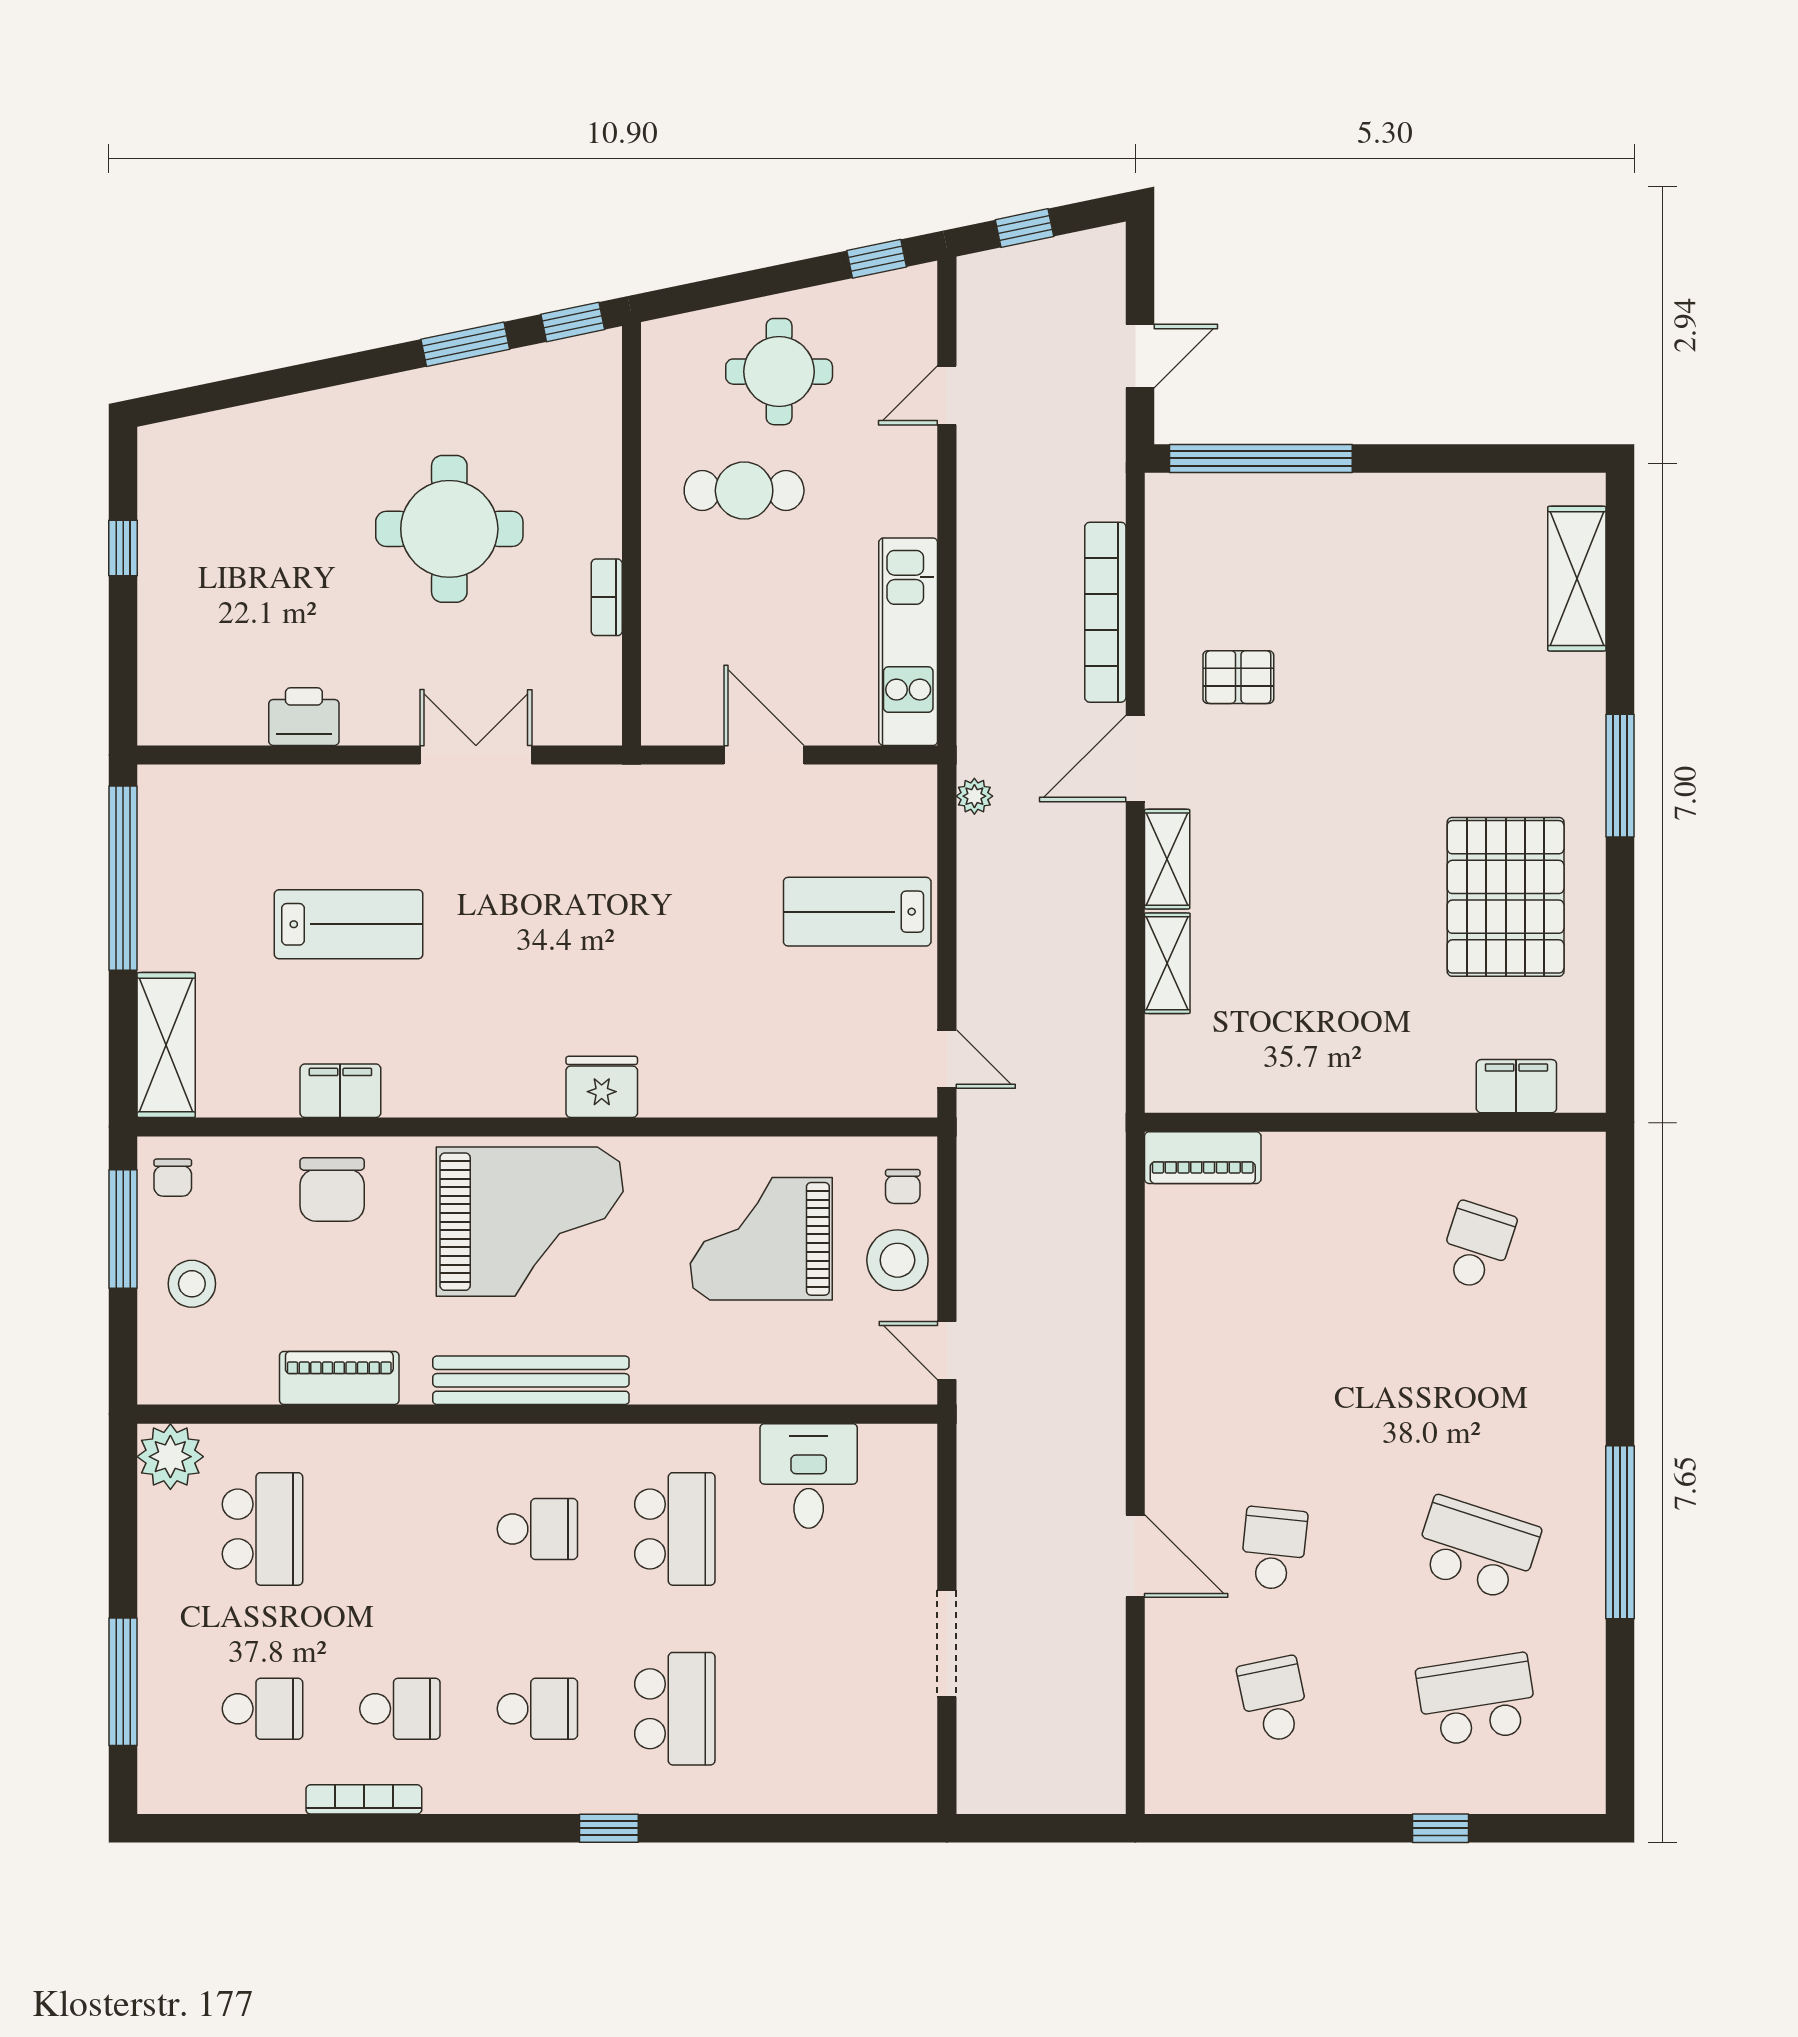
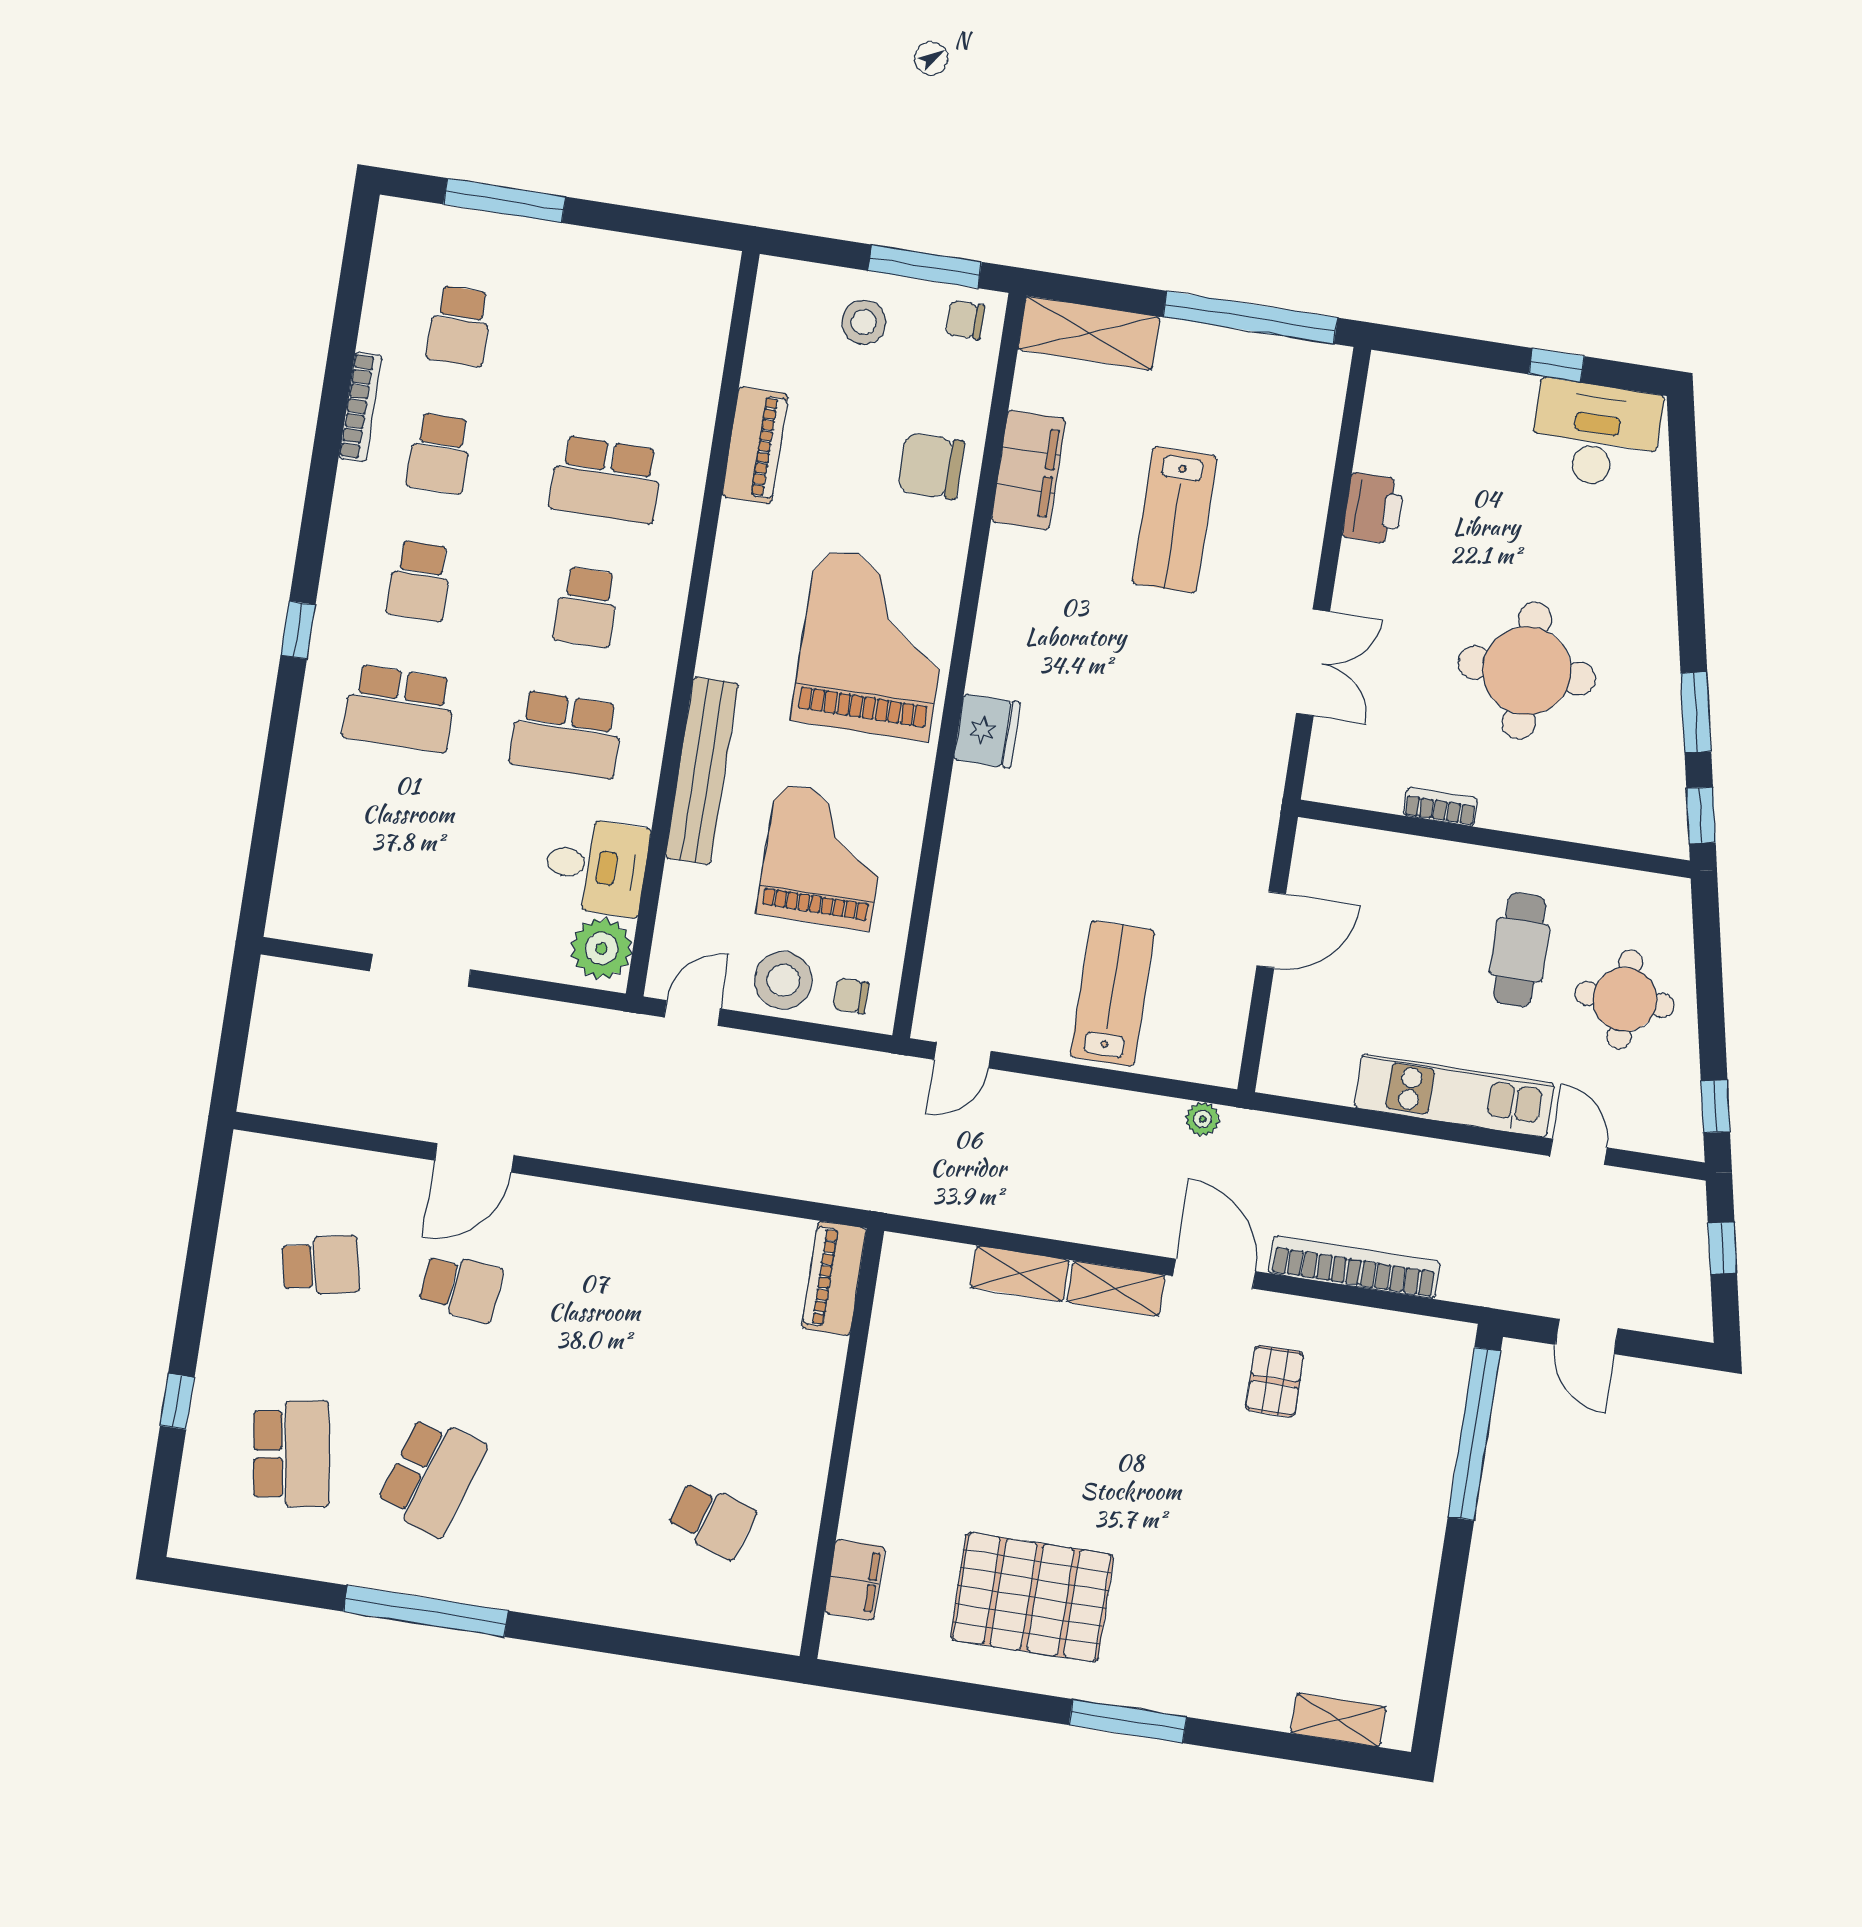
desk: (190, 495) -> (1596, 435), added
shelving: (1577, 579) -> (1338, 1720), width x0.67, depth x0.75
kitchen unit: (908, 642) -> (1454, 1096), moved
filing cabinet: (340, 1091) -> (1028, 470), width x1.50, depth x1.17
grand piano: (530, 1222) -> (872, 645), turned 180
bench: (531, 1380) -> (702, 771), moved
plant: (170, 1457) -> (602, 948), moved
school desk: (263, 1529) -> (606, 480), moved

